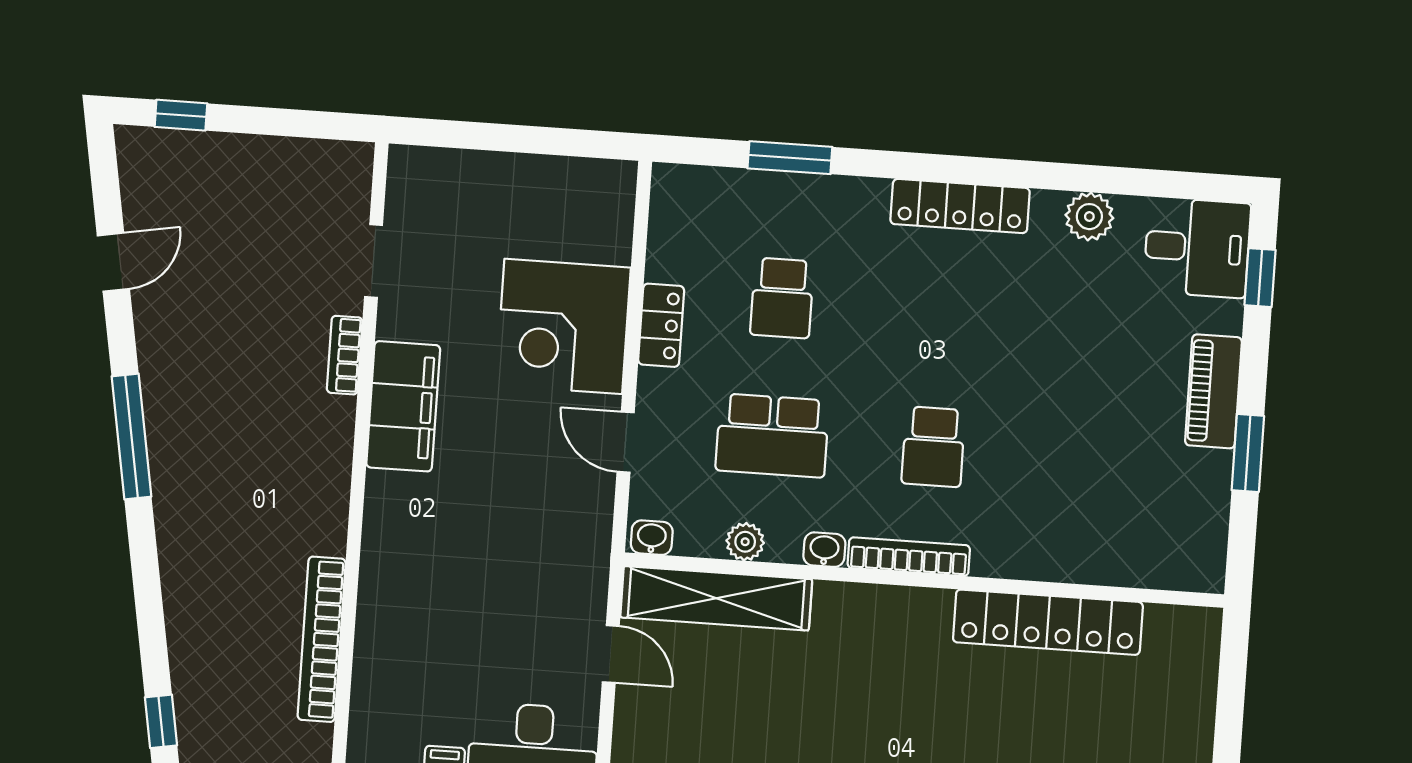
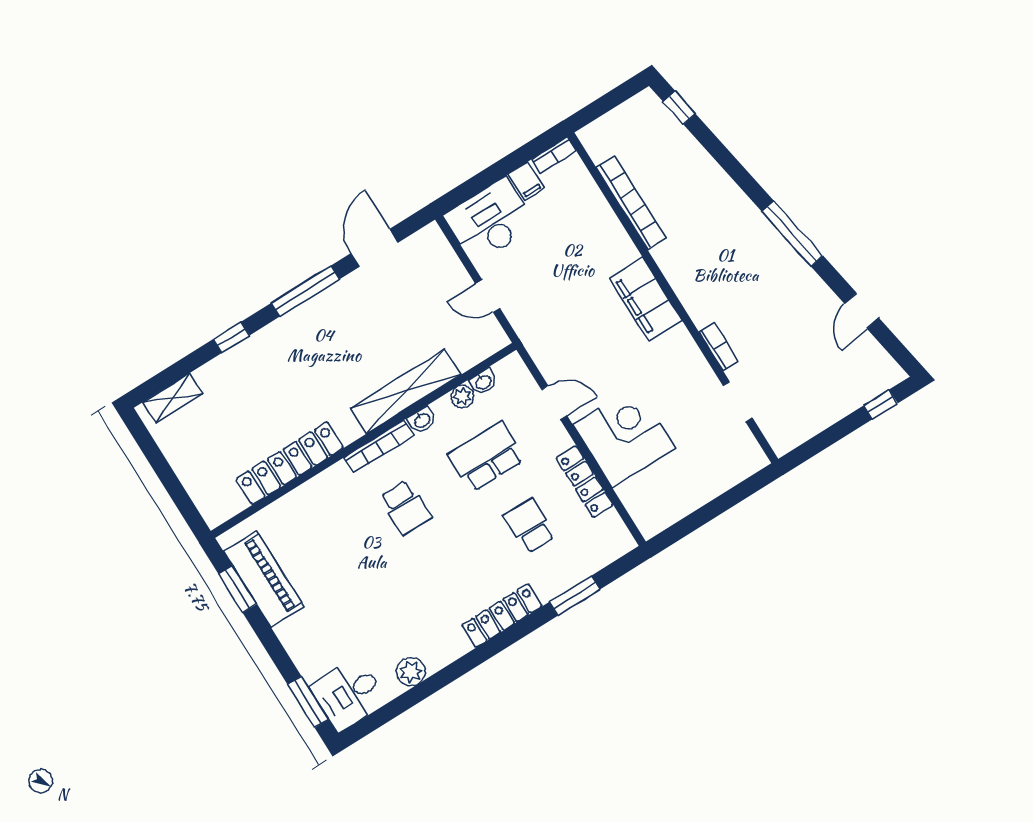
locker: (960, 206) -> (502, 616), moved
window: (1260, 278) -> (308, 702), width x1.50
locker: (661, 325) -> (585, 482), width x1.53
piano: (1214, 391) -> (264, 579), moved, width x1.37, depth x1.33
filing cabinet: (403, 406) -> (646, 299), moved
school desk: (933, 447) -> (405, 507), turned 180
window: (1248, 453) -> (238, 589), moved
washbasin: (652, 538) -> (483, 382), moved
shelving: (716, 598) -> (406, 391), moved

